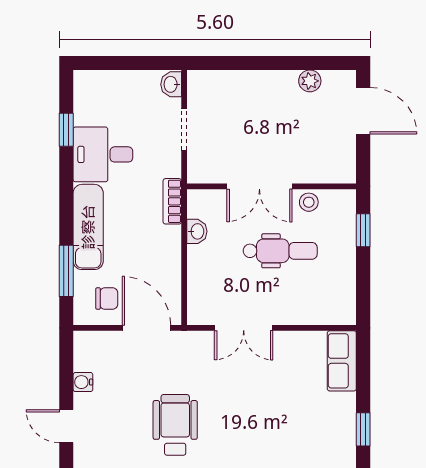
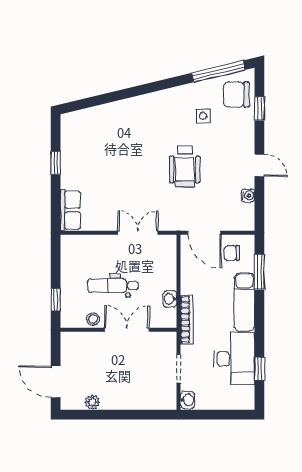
desk: (103, 154) -> (234, 359), width x1.37
bookcase: (172, 201) -> (187, 320), width x1.56

